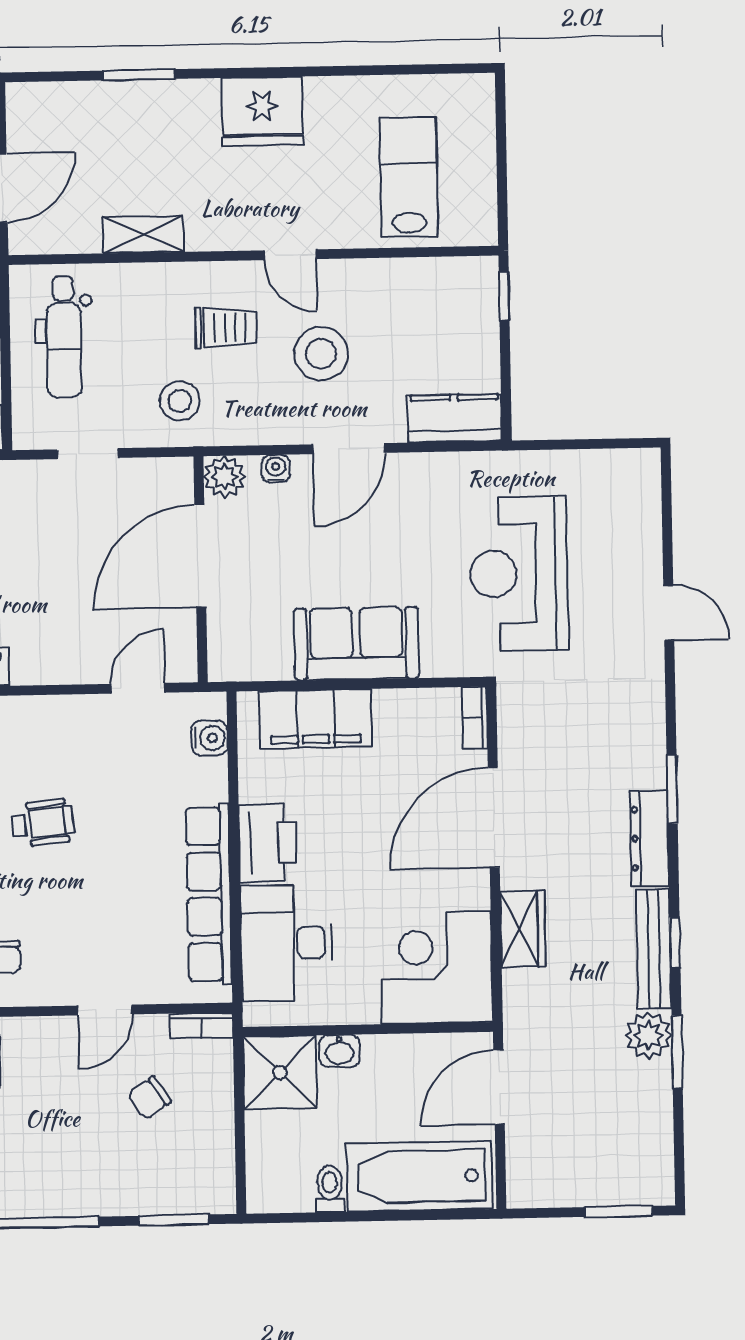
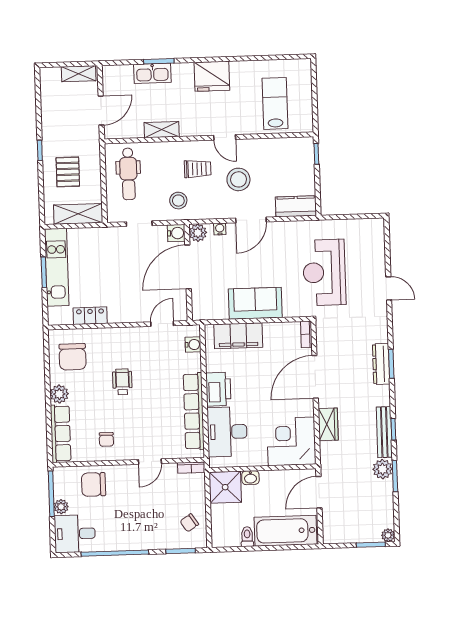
kitchen sink: (123, 103) -> (152, 73), added
water cooler: (174, 477) -> (176, 233), added
wheelchair: (43, 823) -> (122, 382), turned -84
dresser: (649, 838) -> (381, 364), moved
chair: (149, 1098) -> (189, 523), moved
plant: (659, 1190) -> (388, 535), added

